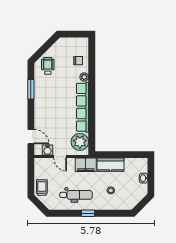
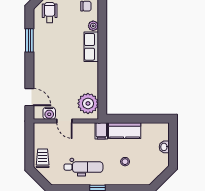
row of seats: (83, 107) -> (91, 47), width x0.50
filing cabinet: (86, 165) -> (101, 131), width x0.50

